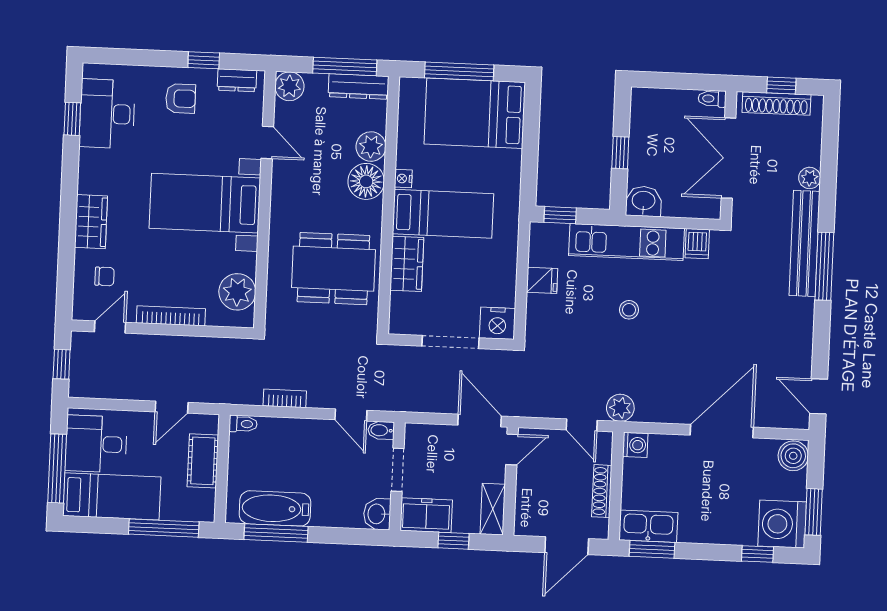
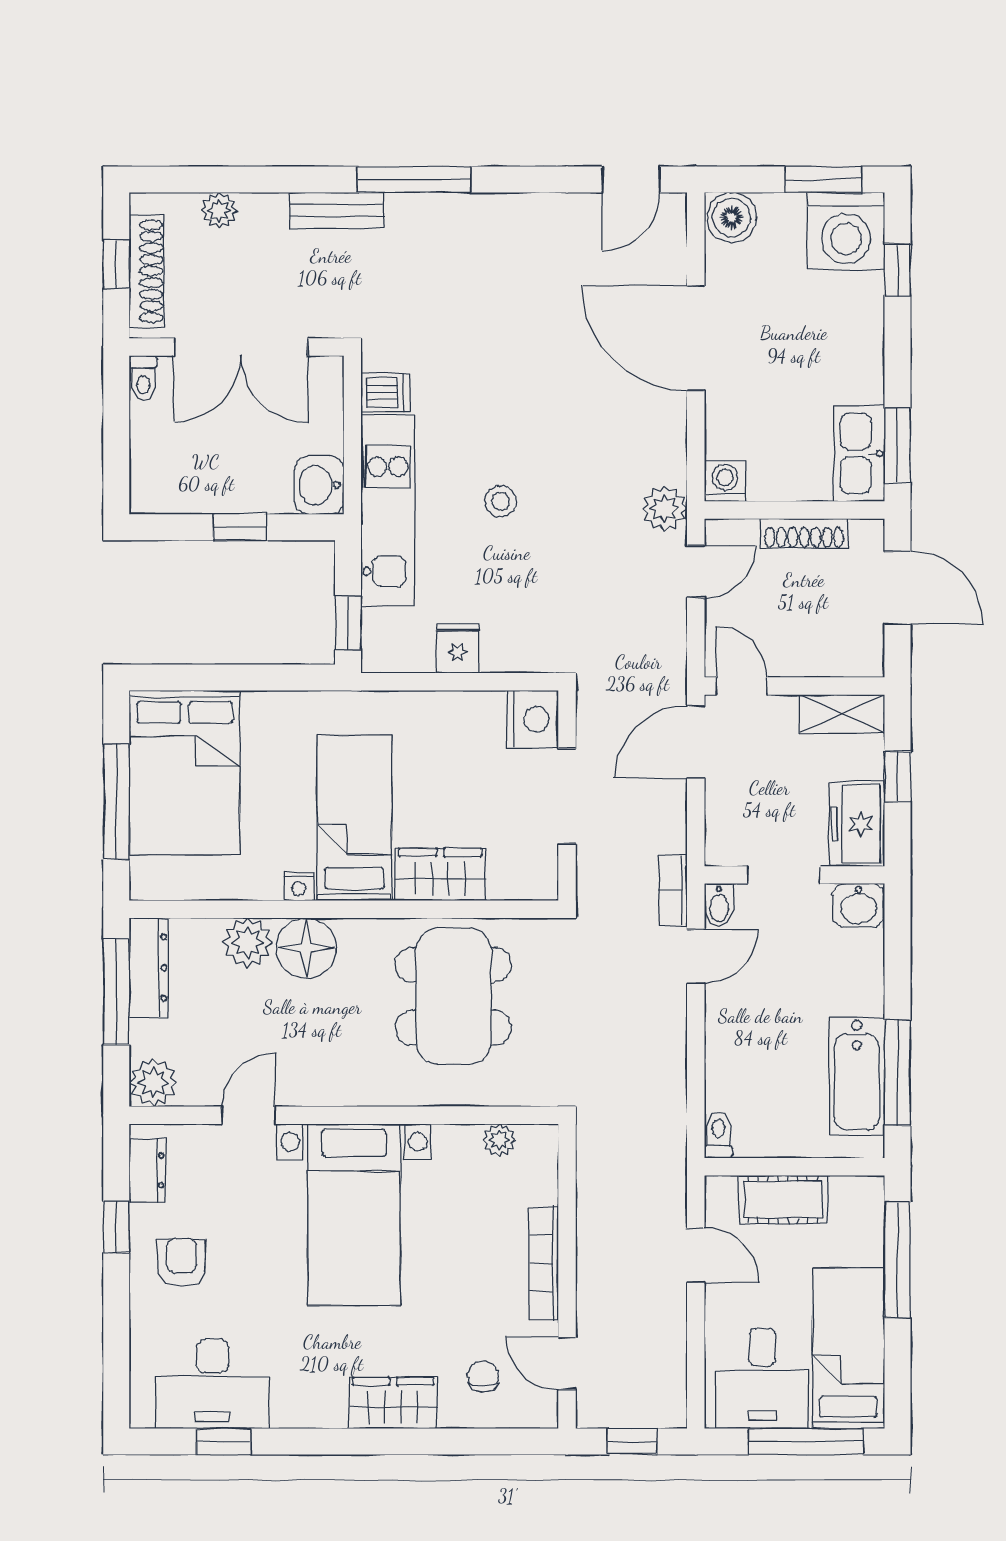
plant: (810, 178) -> (219, 210), moved
bench: (804, 243) -> (337, 210), width x0.54, depth x0.82
plant: (237, 292) -> (499, 1140), width x0.53, depth x0.53
bookcase: (285, 398) -> (673, 890), moved

